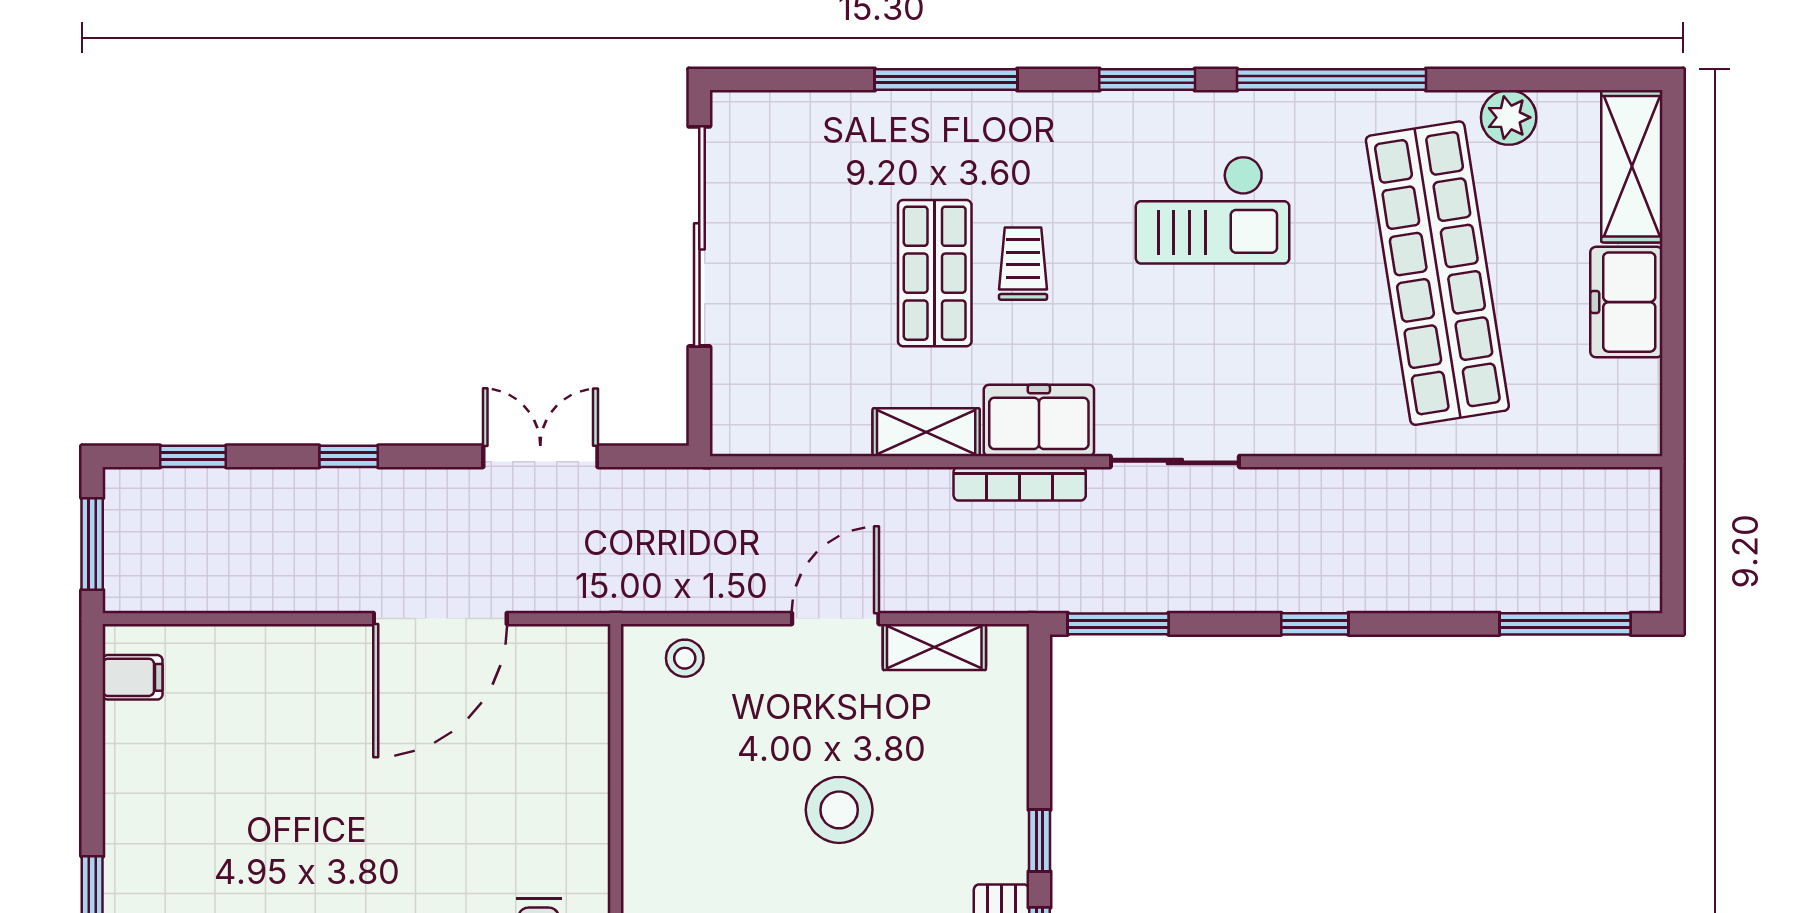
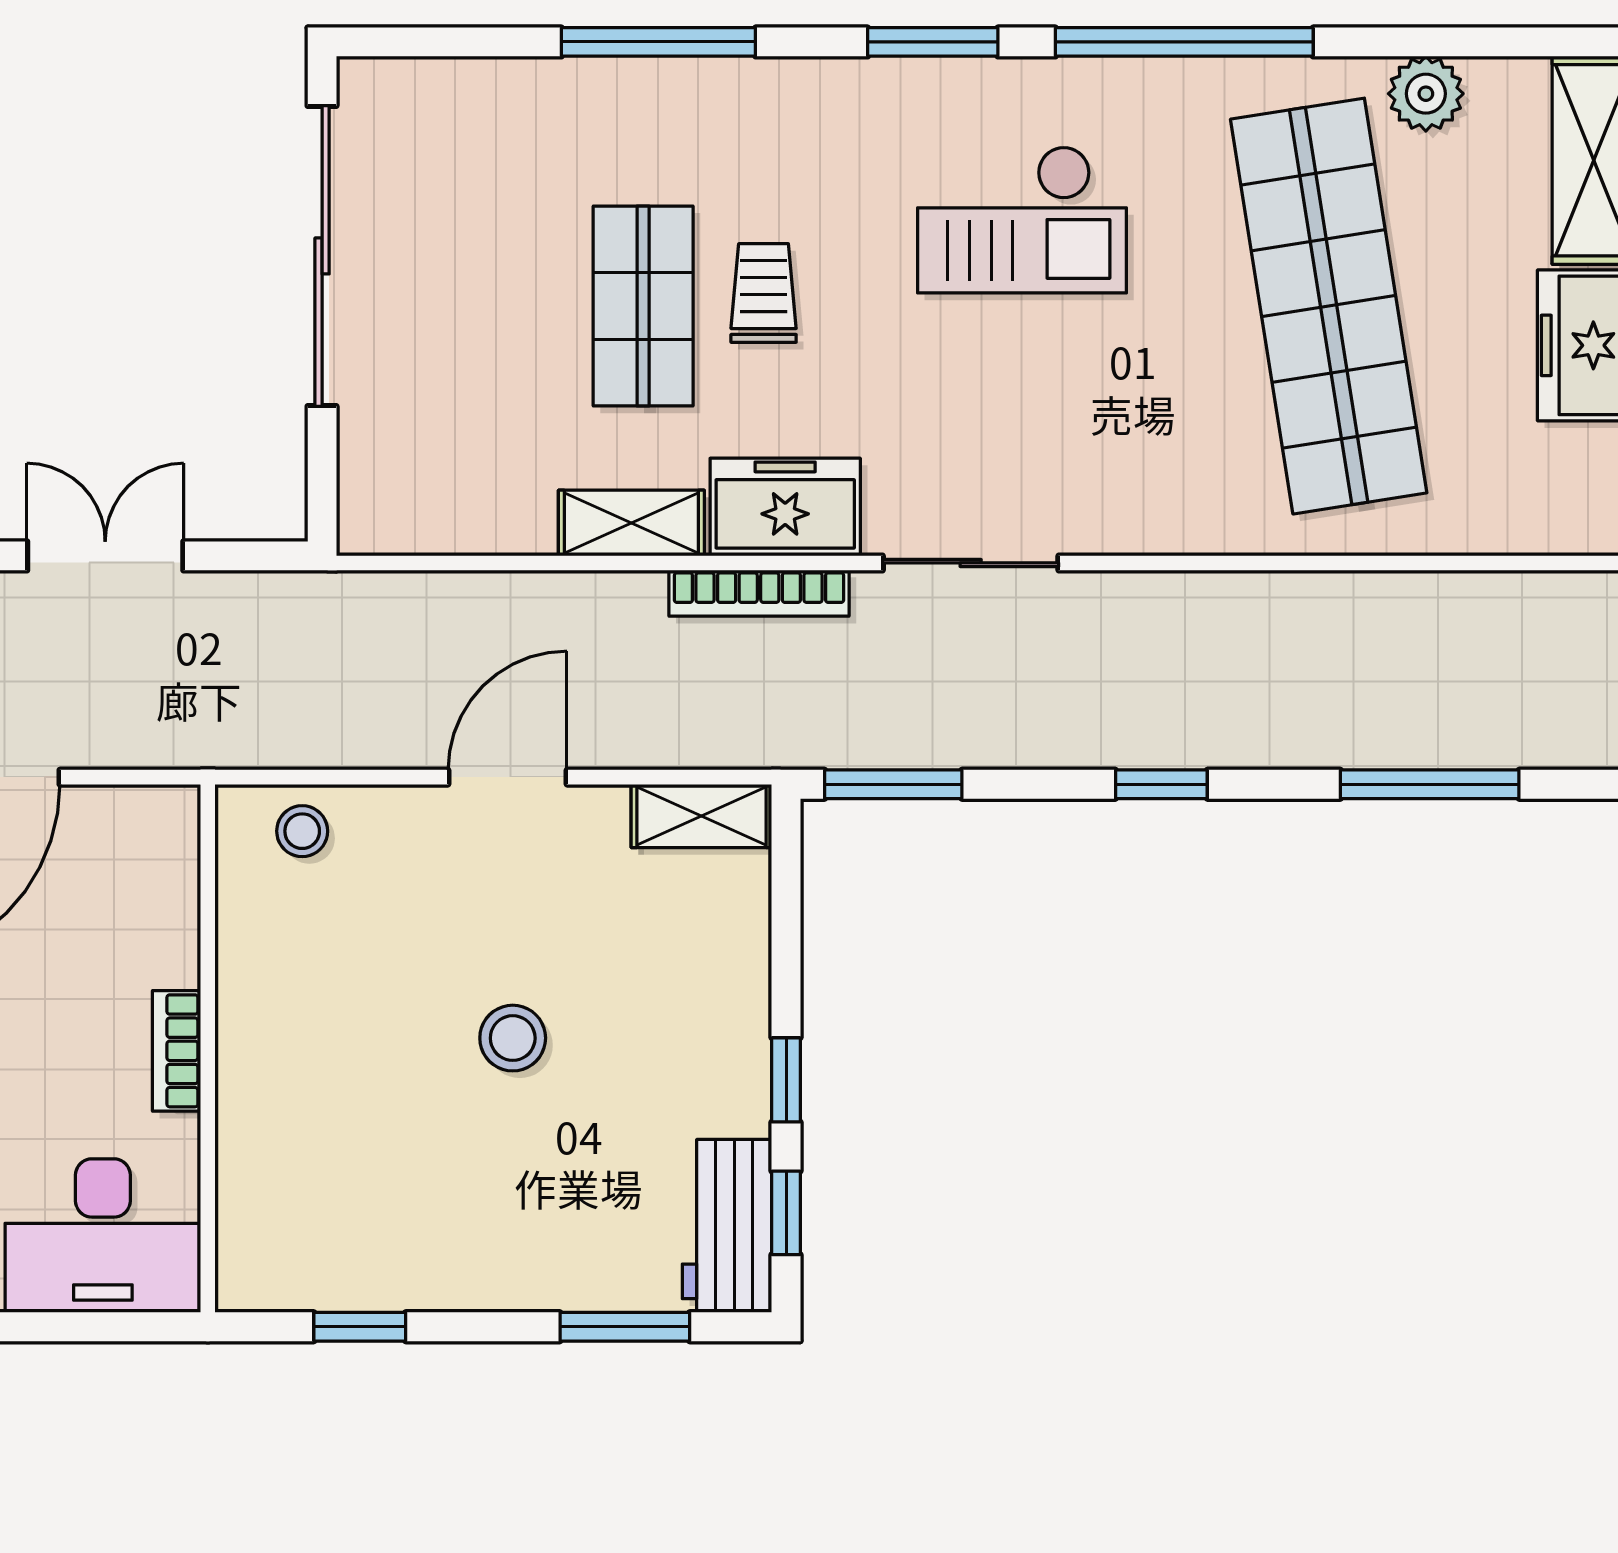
window: (1565, 624) -> (1430, 784), moved
shelving: (934, 647) -> (701, 816), moved
stool: (839, 810) -> (513, 1038), width x0.73, depth x0.73
bookcase: (593, 819) -> (177, 1051), added

